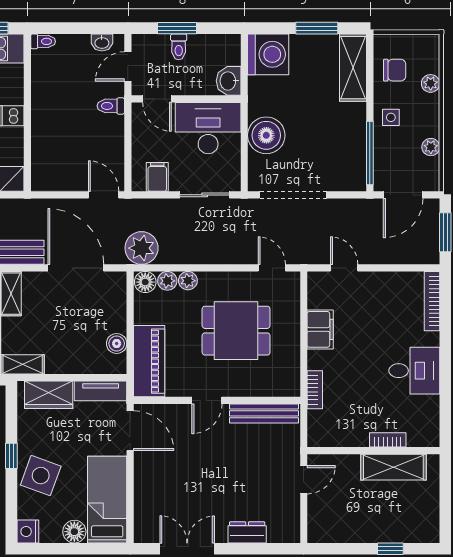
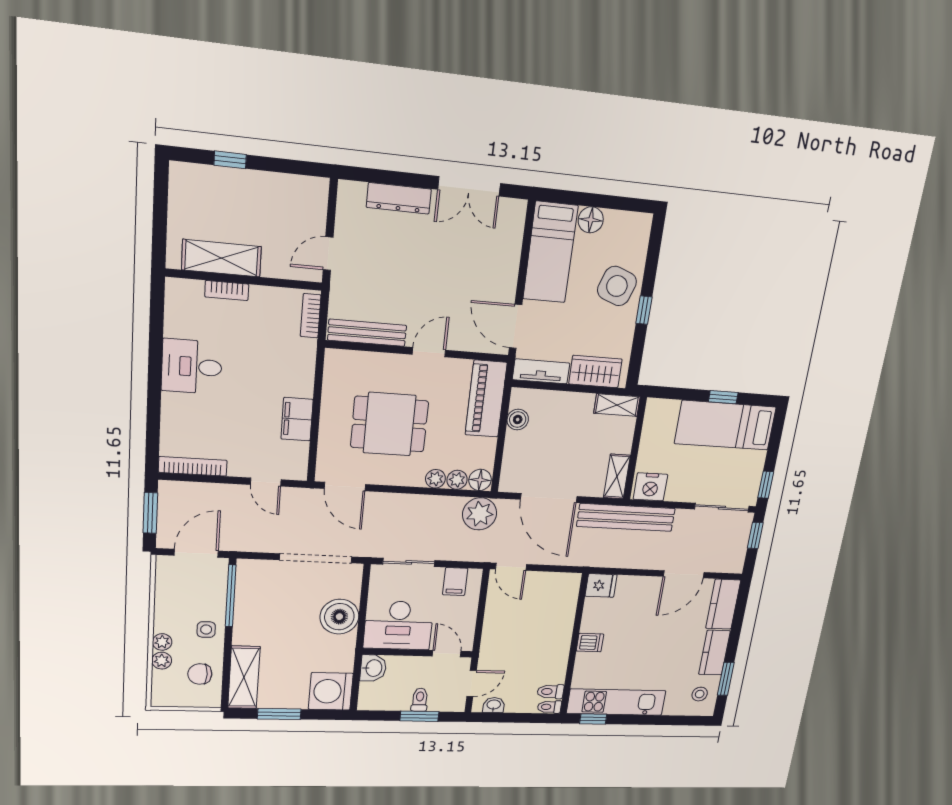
toilet: (111, 106) -> (550, 692), moved, turned 180
plant: (431, 147) -> (162, 642), moved
door: (272, 268) -> (345, 487), width x1.38
bookcase: (432, 301) -> (193, 466), moved, turned -90
bookcase: (315, 390) -> (311, 316), moved
nightstand: (28, 531) -> (640, 225), removed
dresser: (247, 532) -> (399, 198), width x1.44

